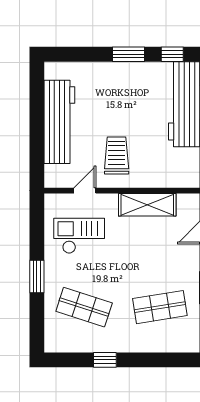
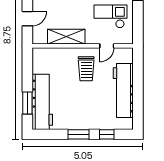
window: (172, 54) -> (107, 134), moved
checkout: (79, 236) -> (110, 16), turned 180

